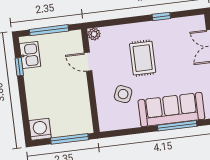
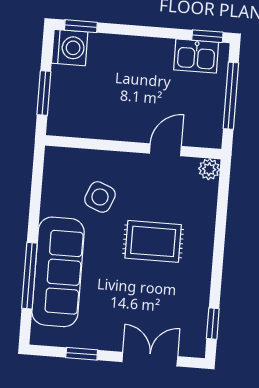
window: (161, 16) -> (213, 324), moved
window: (19, 67) -> (207, 36), moved
window: (26, 125) -> (81, 26), added
window: (69, 139) -> (44, 93), width x0.69

